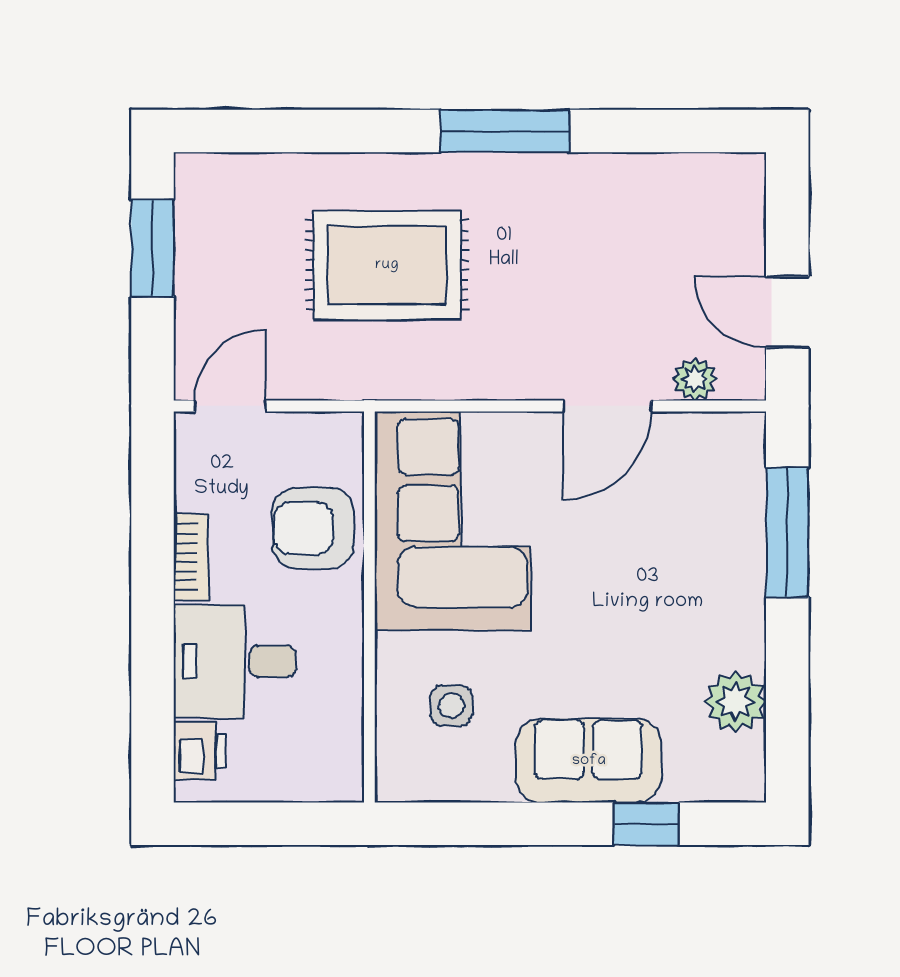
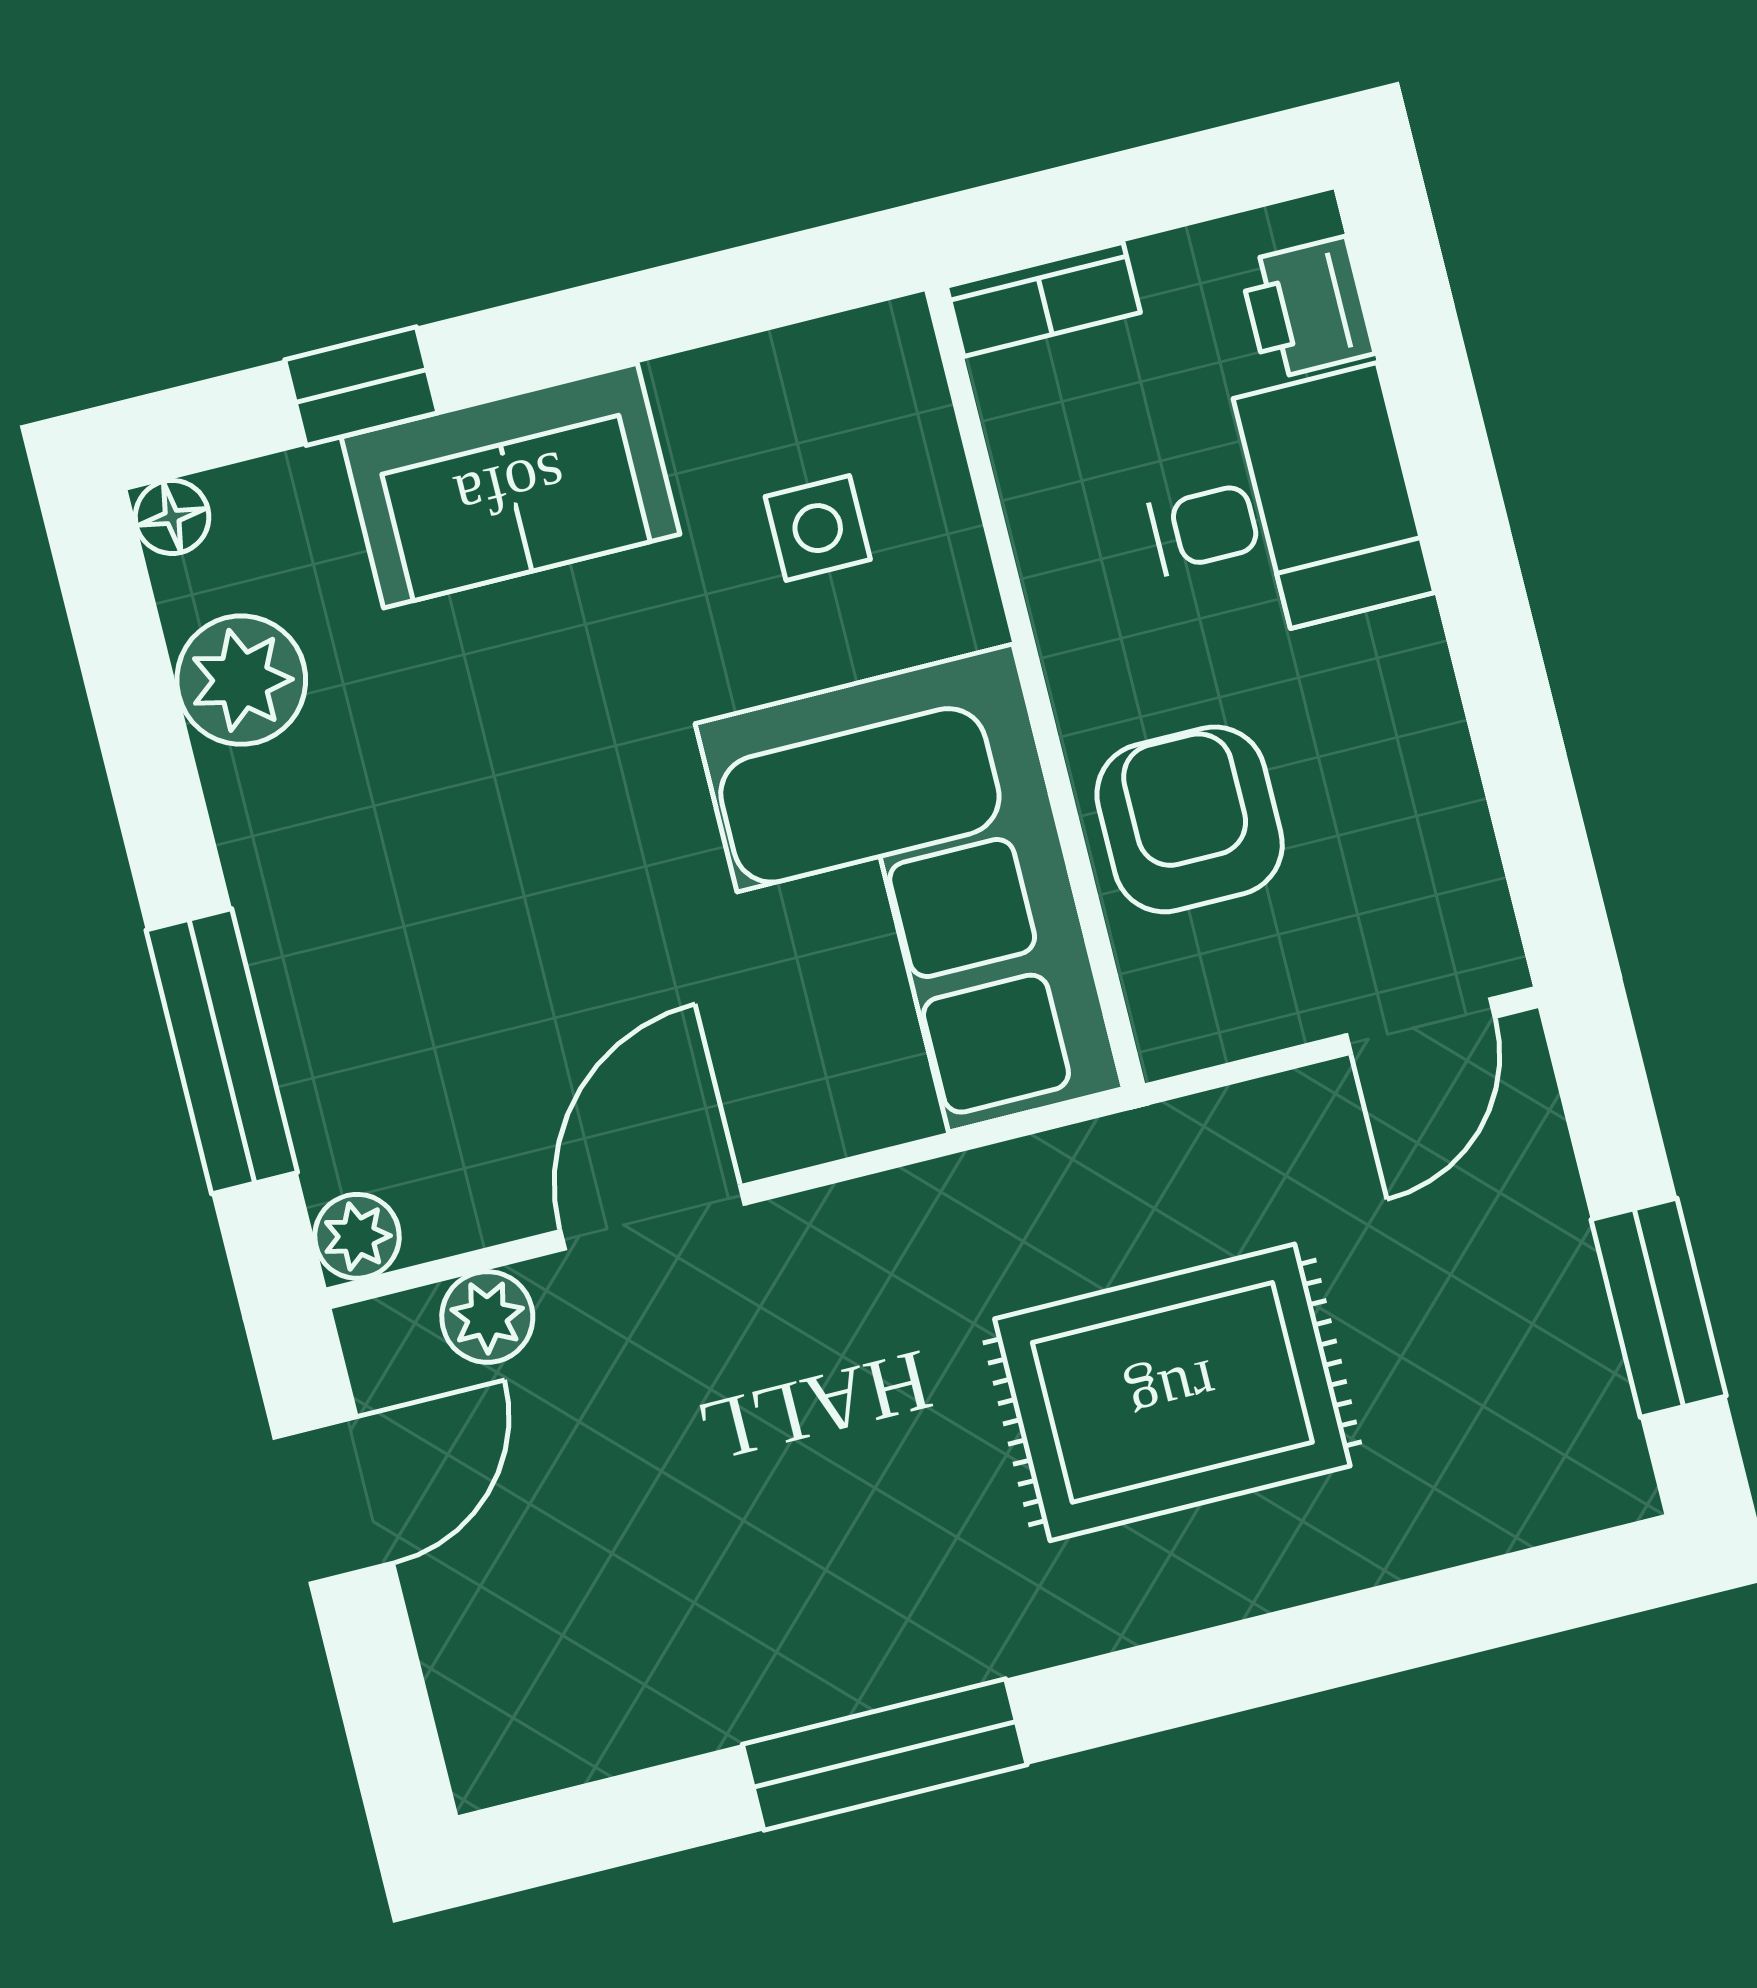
window: (505, 131) -> (885, 1755), moved
door: (787, 312) -> (334, 1500), hinge flipped
plant: (746, 431) -> (357, 1236), added
armchair: (313, 528) -> (1190, 819), turned -90
bookcase: (191, 557) -> (1043, 299), moved, turned -90
floor lamp: (749, 785) -> (172, 517), added

